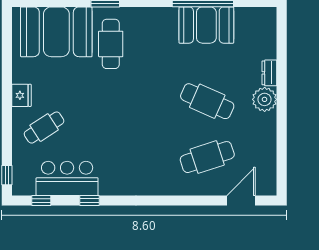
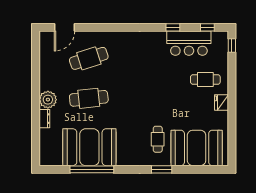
booth: (206, 25) -> (89, 147), width x1.36, depth x1.42
cafe table: (111, 44) -> (158, 139), width x0.73, depth x0.74
cafe table: (207, 101) -> (89, 98), turned -30
cafe table: (44, 128) -> (205, 80), turned 33

